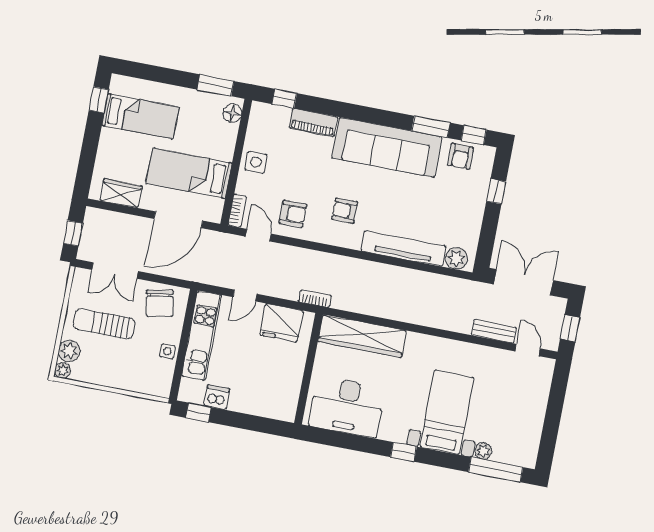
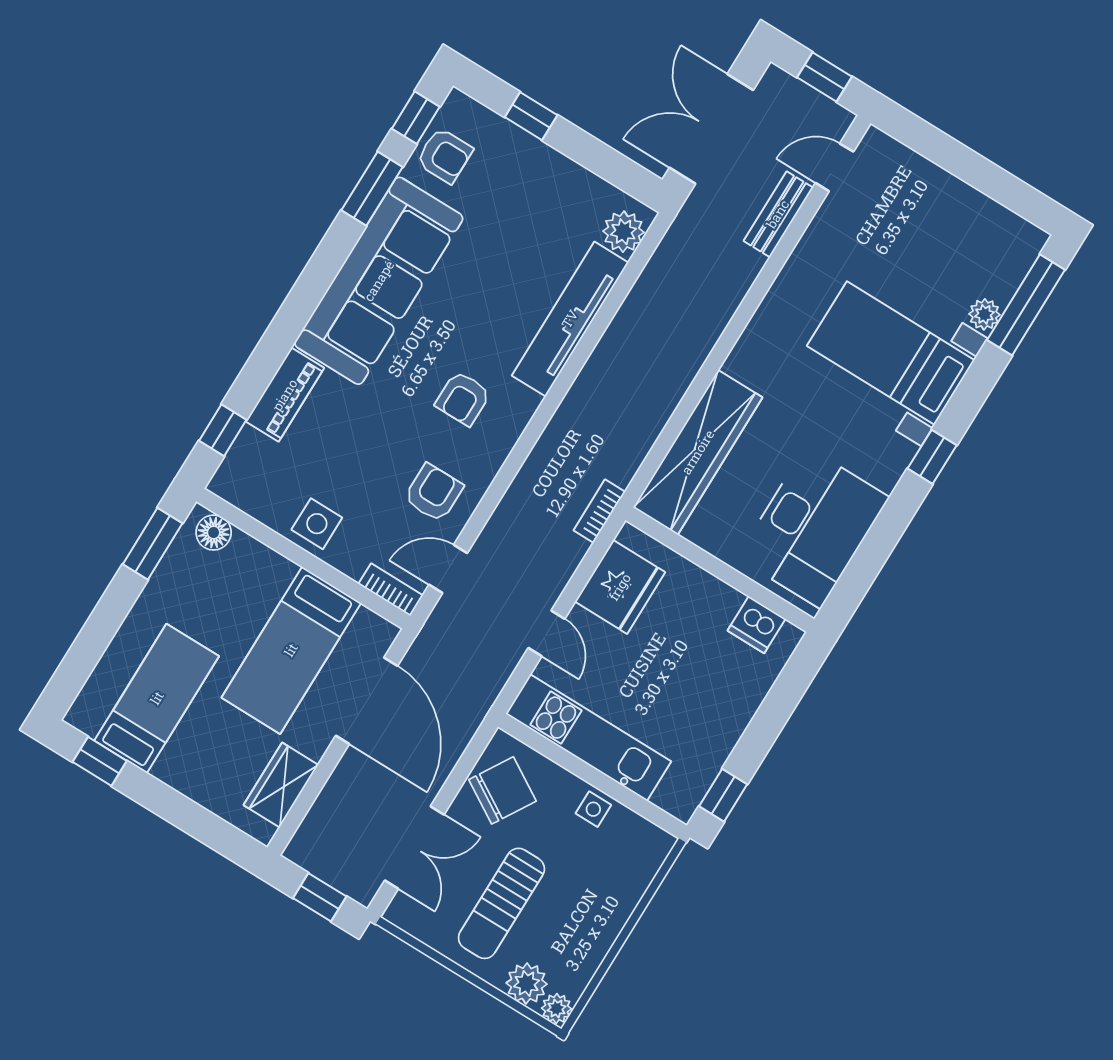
chair: (160, 303) -> (503, 790), turned -49
dishwasher: (217, 397) -> (756, 625), moved, turned -90

